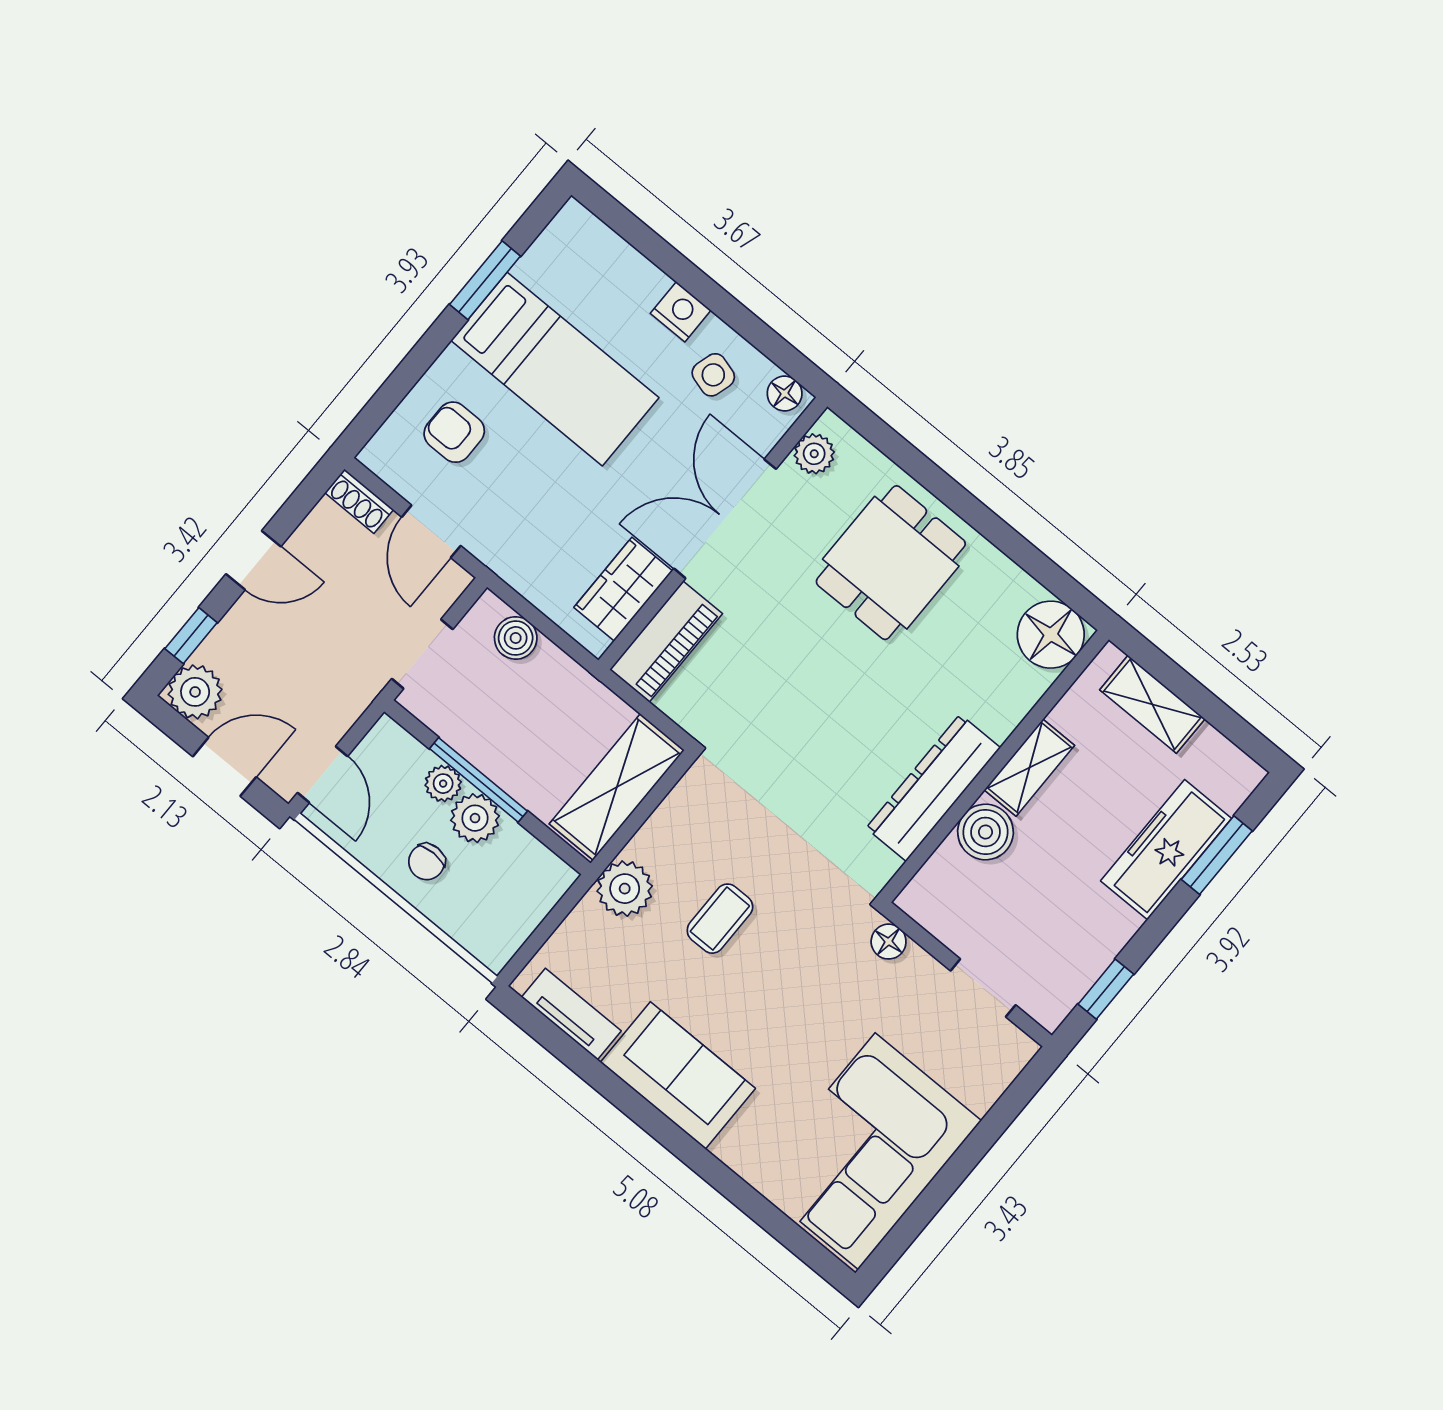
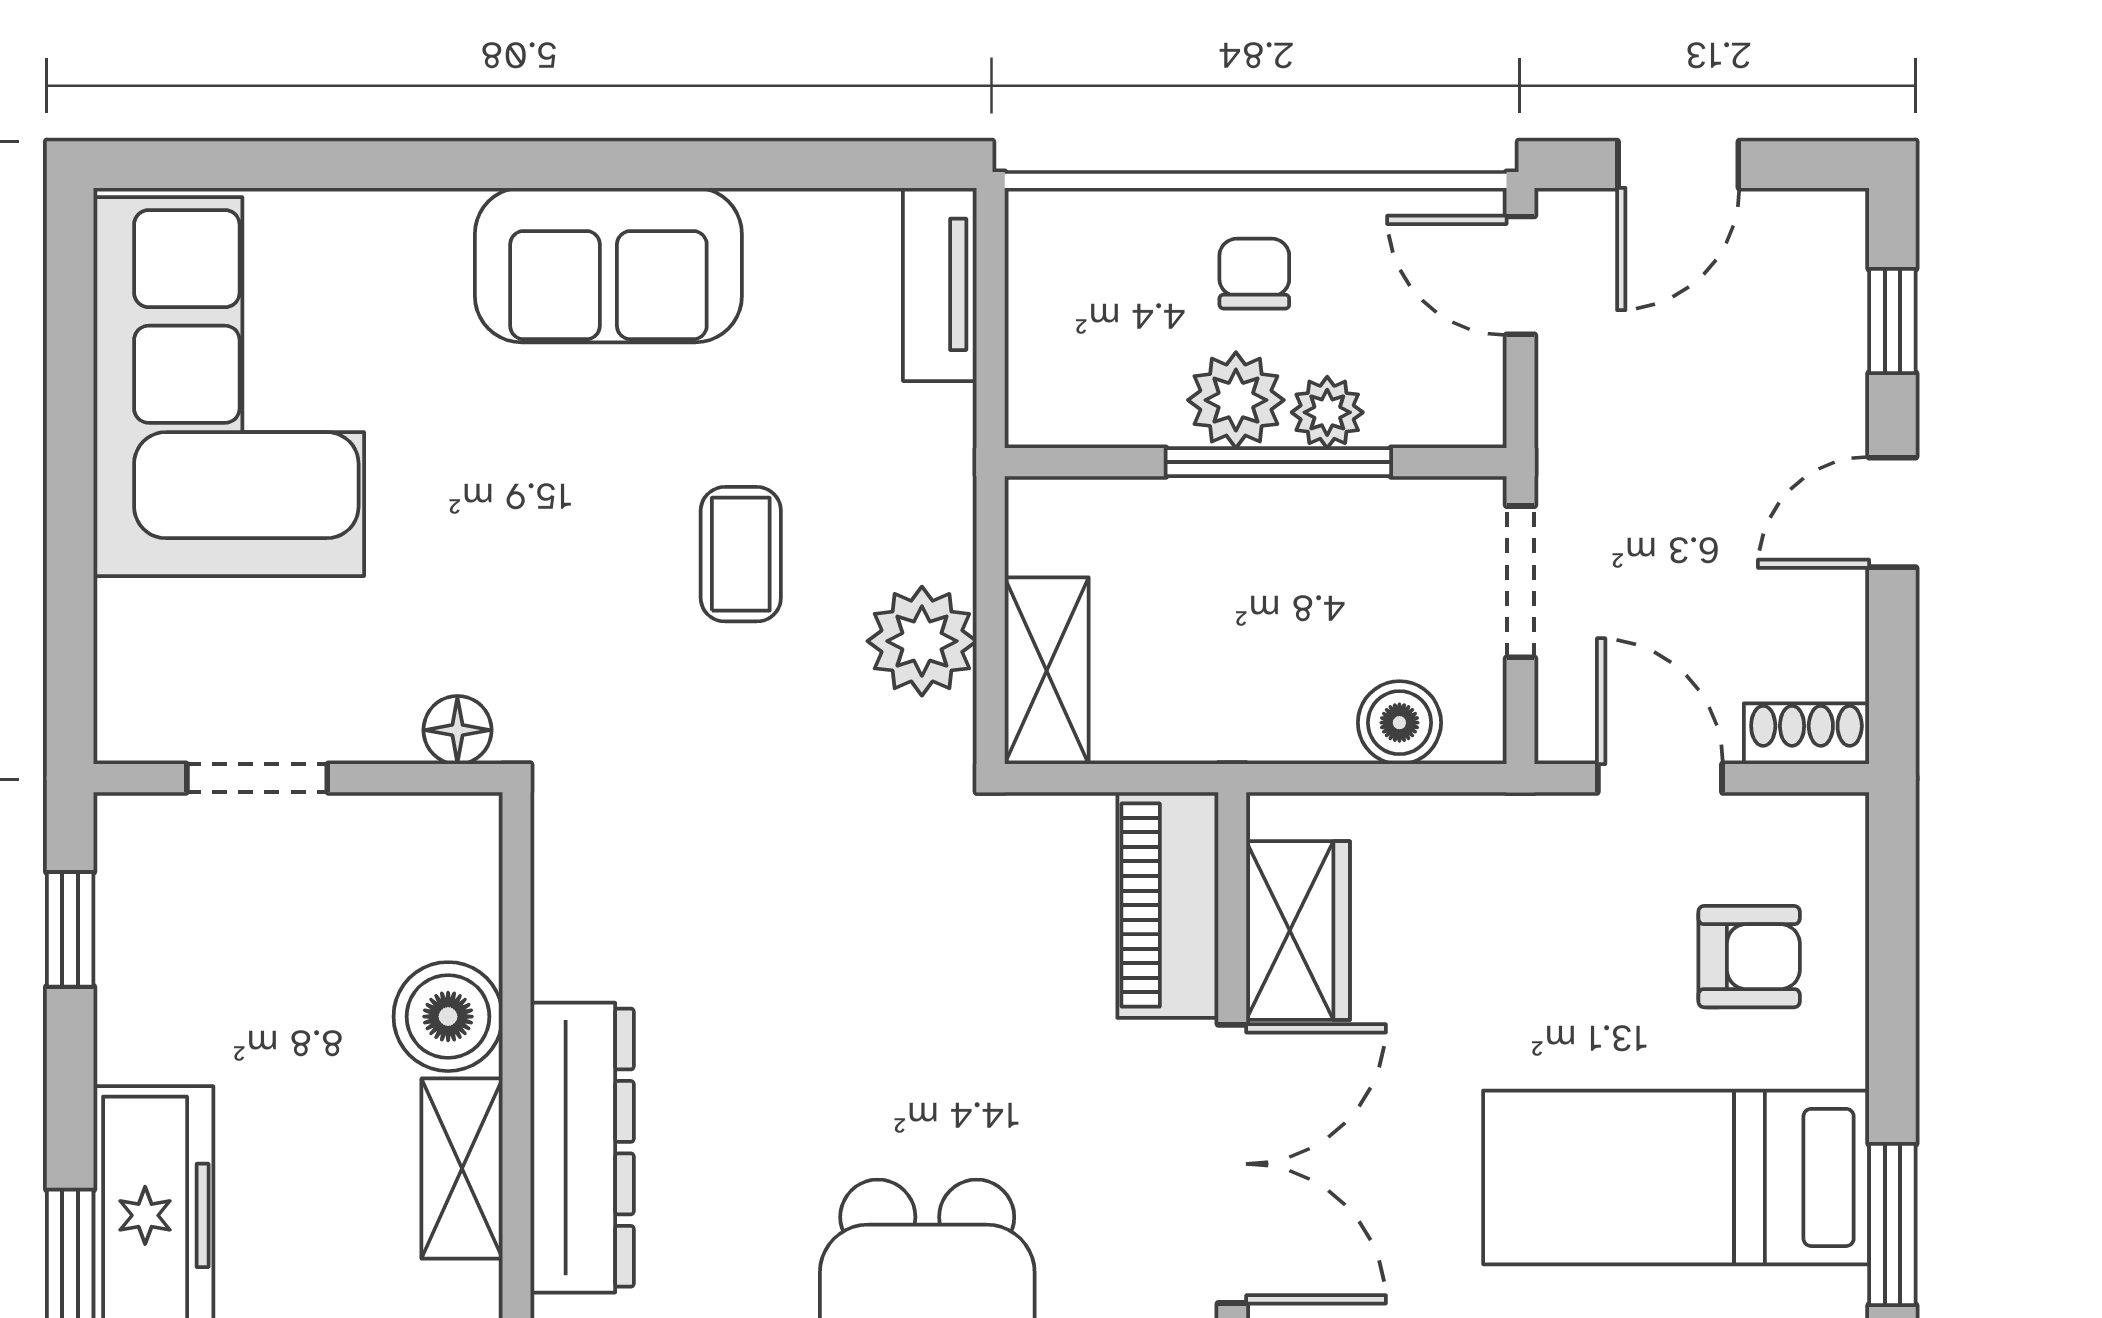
plant: (195, 692) -> (1816, 241), removed
shelving: (617, 787) -> (1047, 671), width x0.67, depth x0.75
dresser: (933, 788) -> (582, 1148), moved
plant: (625, 889) -> (922, 641), moved
tv unit: (571, 1014) -> (940, 284), moved, turned 90

